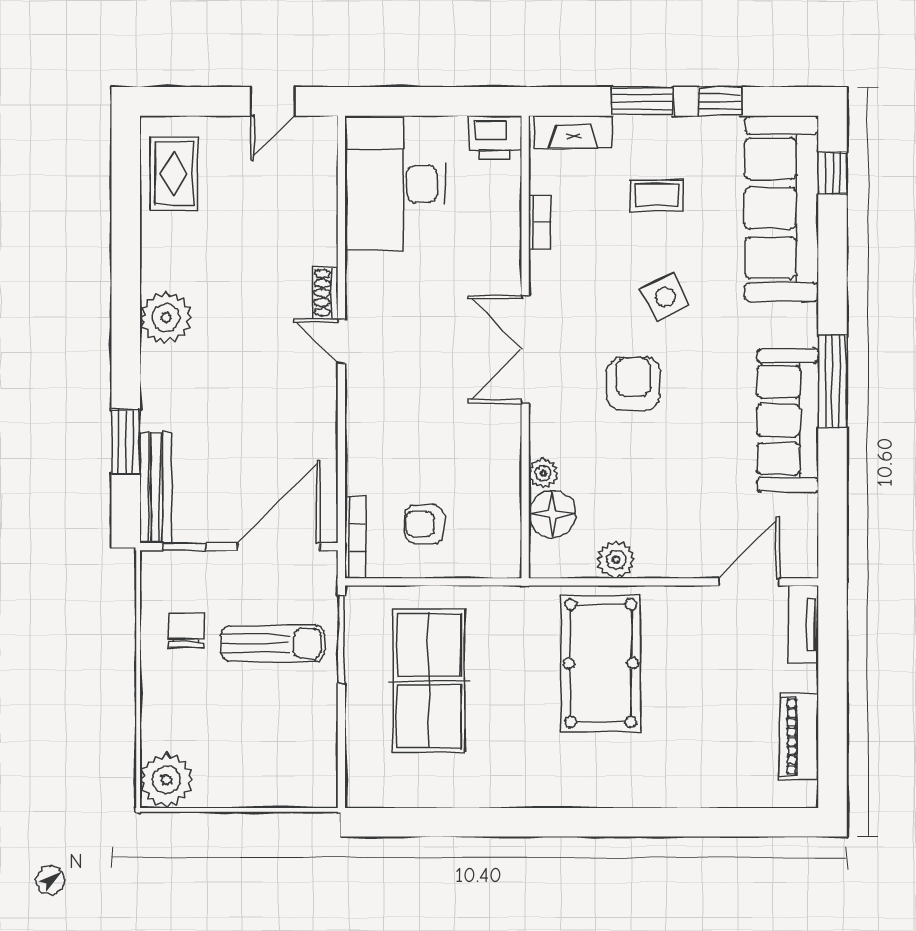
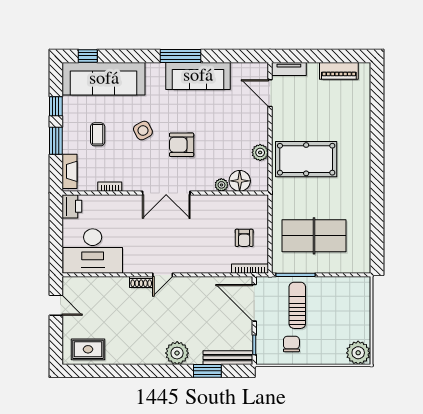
plant: (166, 318) -> (177, 353), moved
chair: (186, 630) -> (291, 344), turned 90

